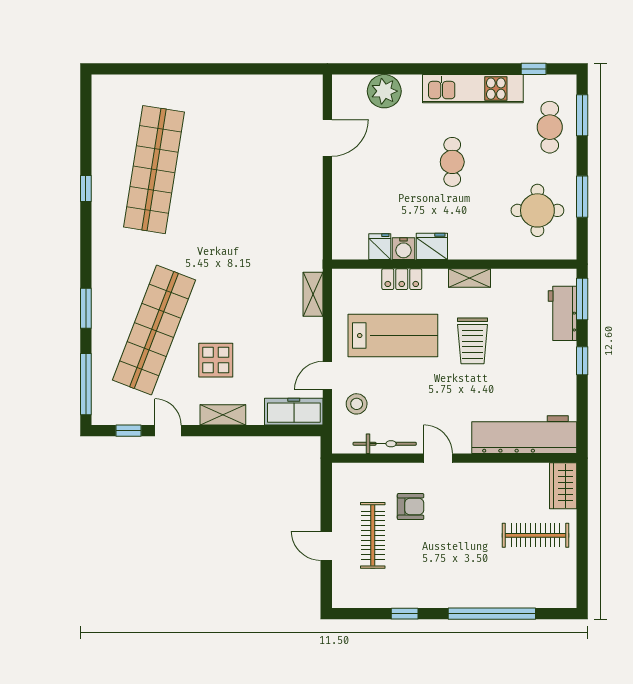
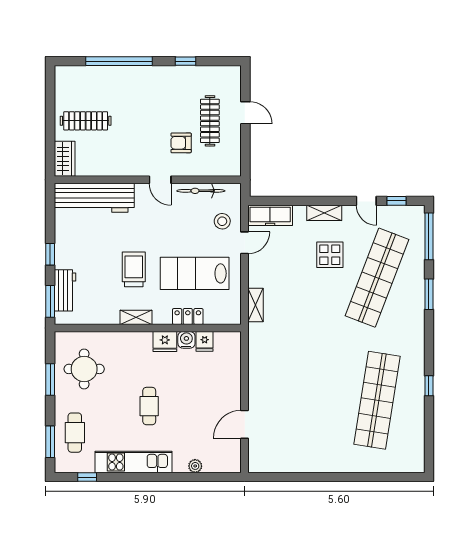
plant: (384, 91) -> (195, 466), width x0.53, depth x0.53

